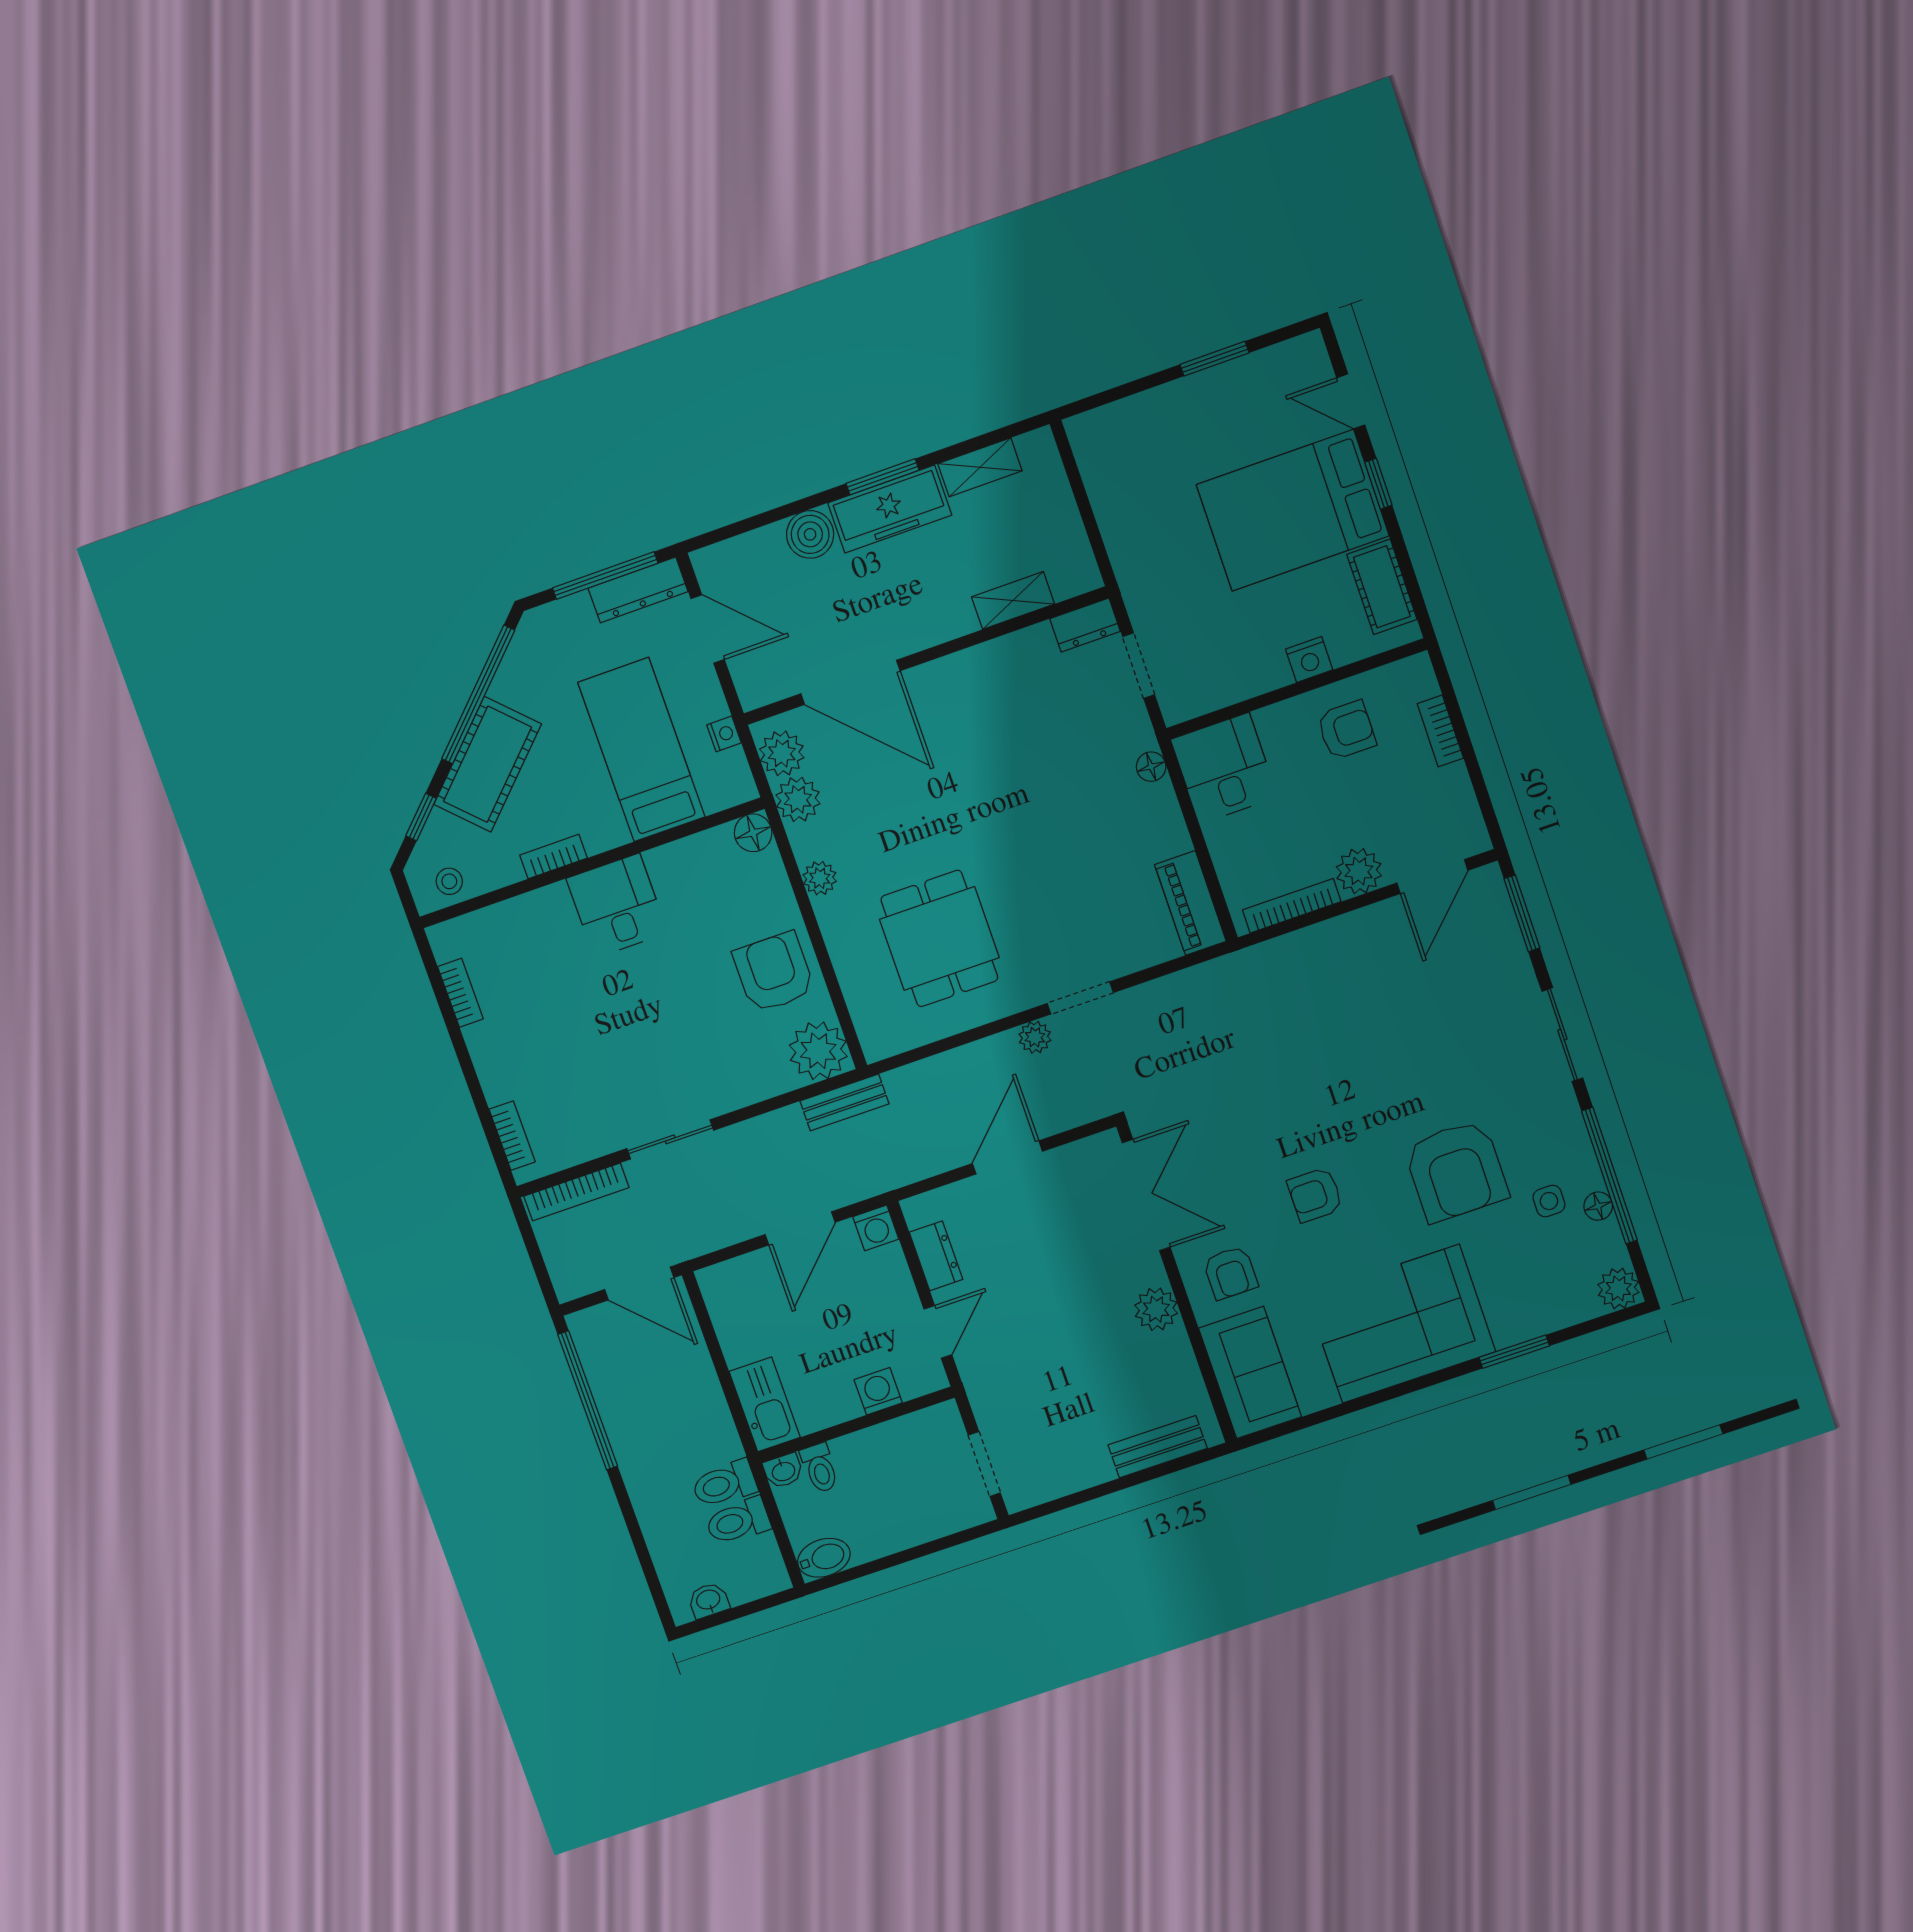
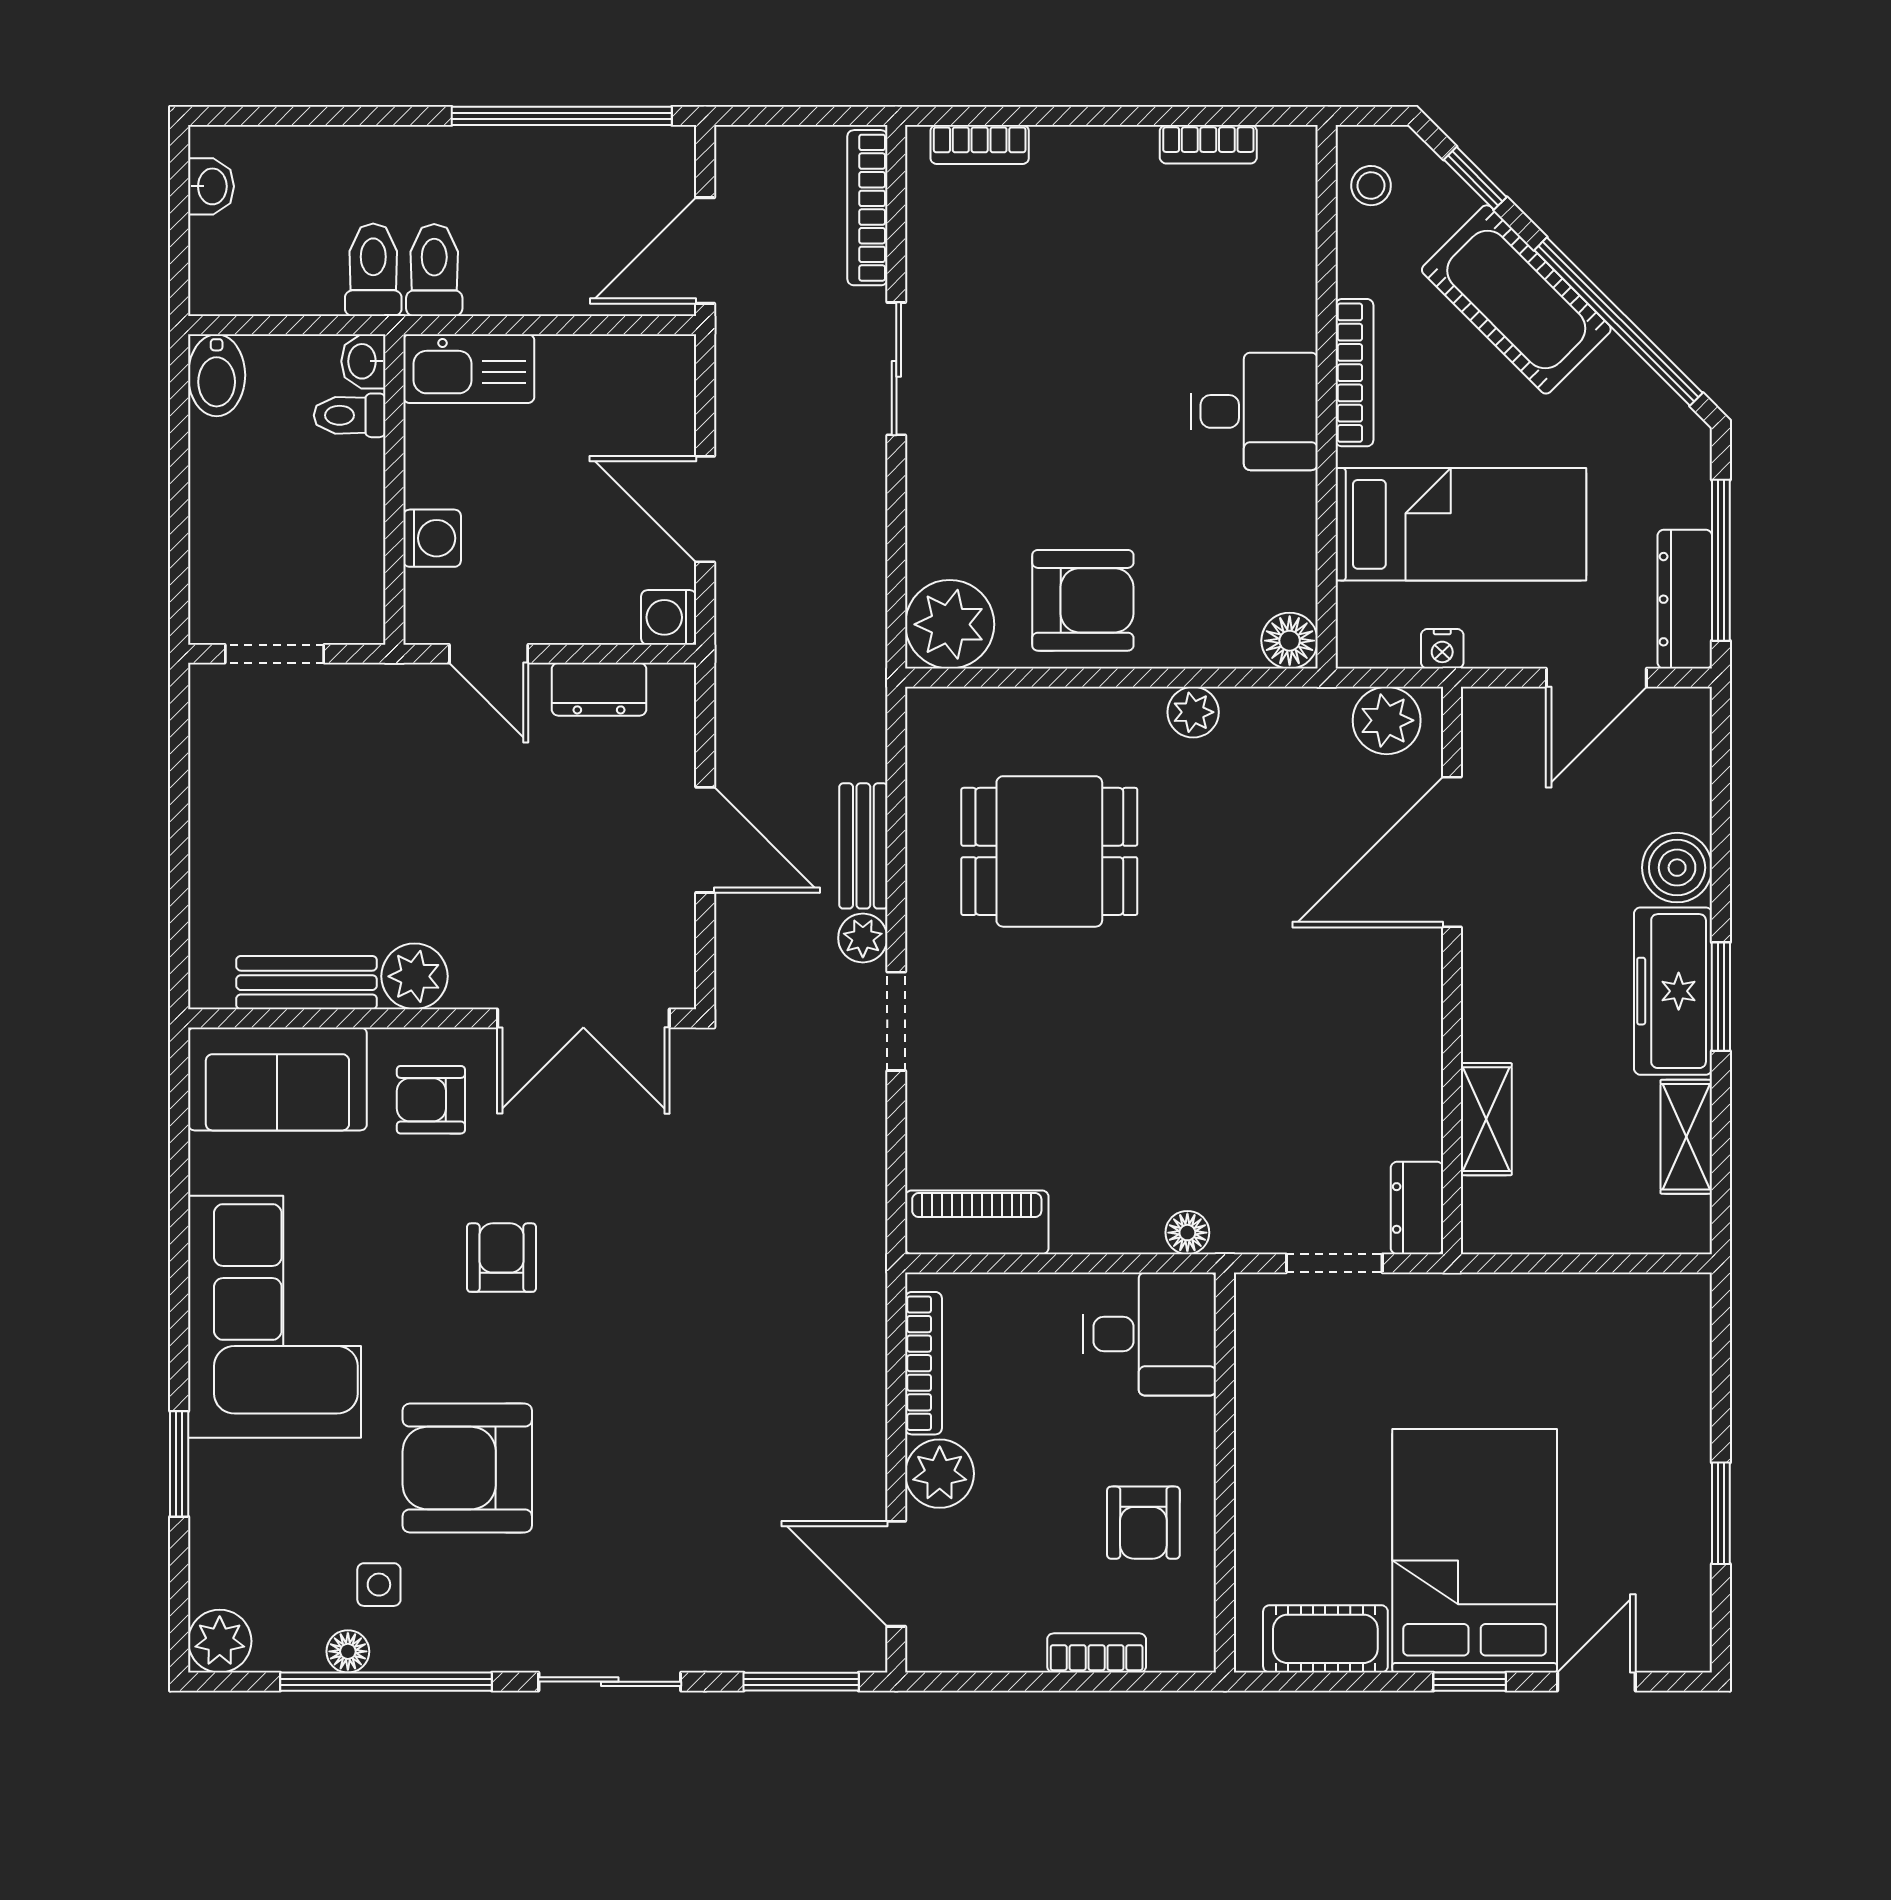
nightstand: (1309, 659) -> (1260, 1504), removed
plant: (798, 799) -> (1314, 720), removed
bookcase: (553, 857) -> (1354, 373), width x1.56
bench: (844, 1102) -> (863, 846), moved
bench: (1158, 1447) -> (307, 983), moved, turned 90
toilet: (738, 1521) -> (434, 270), moved

